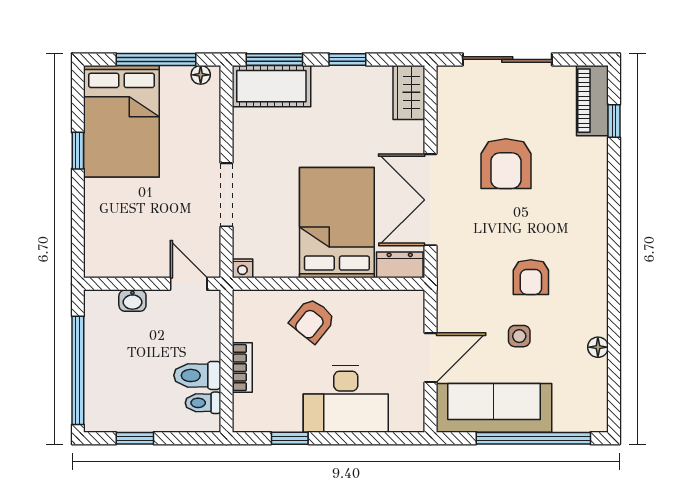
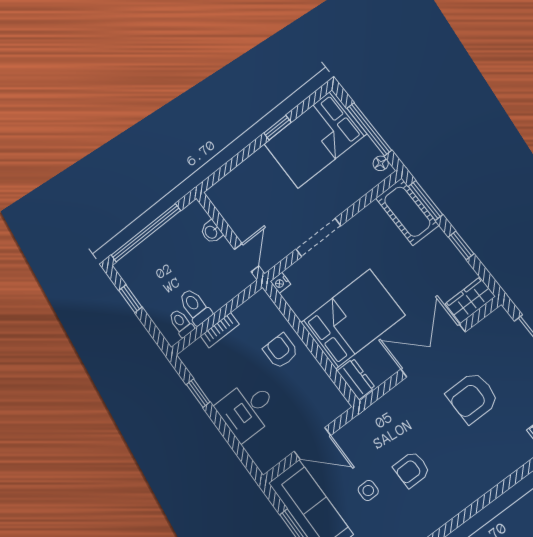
double door: (430, 200) -> (433, 351), moved
armchair: (312, 320) -> (281, 351), turned 51
desk: (346, 399) -> (247, 410), width x0.73

